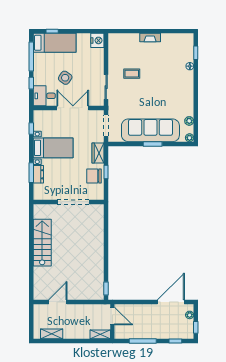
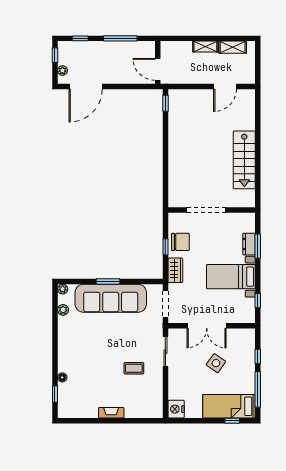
desk: (44, 96) -> (242, 341), removed
shelving: (100, 334) -> (205, 47), moved

